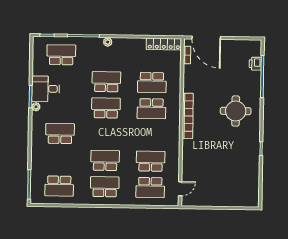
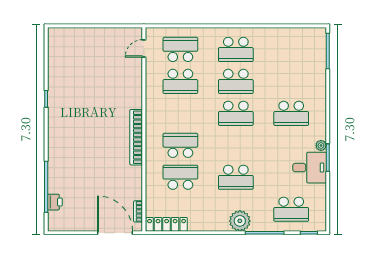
plant: (108, 42) -> (240, 221), width x1.87, depth x1.87
school desk: (106, 108) -> (236, 113), moved
round table: (236, 111) -> (78, 144), removed
school desk: (59, 186) -> (291, 49), removed

